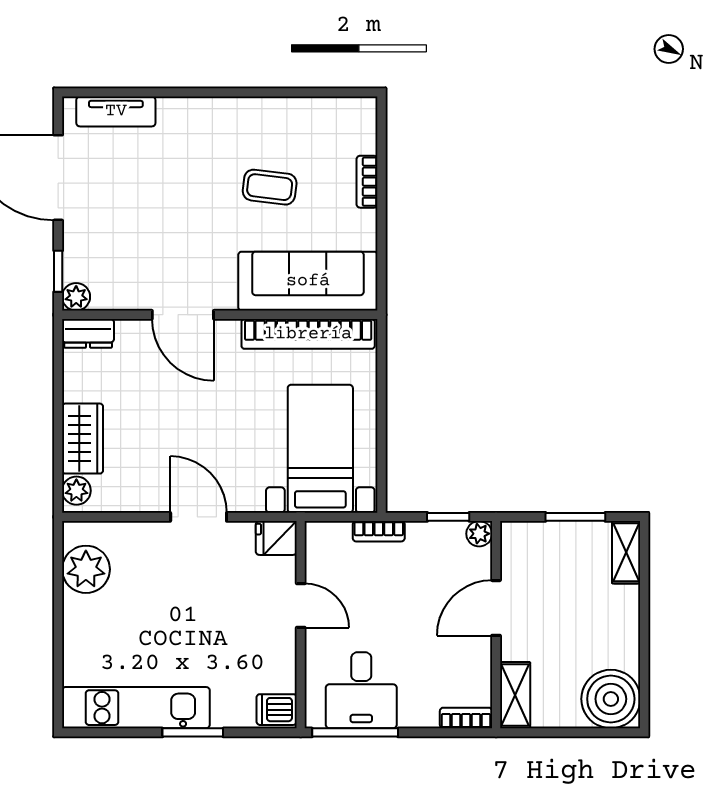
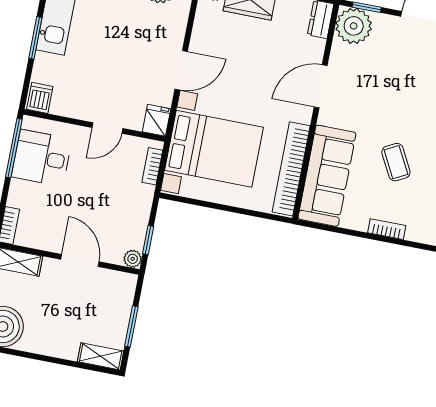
coffee table: (270, 187) -> (396, 162), turned -35
plant: (76, 297) -> (354, 26), width x1.87, depth x1.87
bed with nightstands: (320, 449) -> (214, 149), width x1.36
bookcase: (379, 531) -> (152, 166), moved

